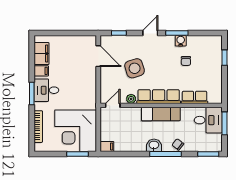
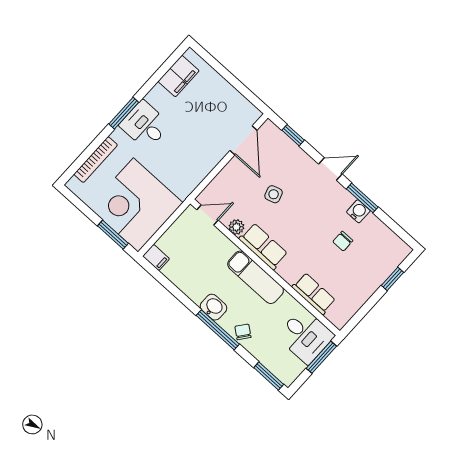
side table: (135, 68) -> (274, 194), width x0.54, depth x0.54
filing cabinet: (41, 71) -> (159, 96), removed
row of seats: (159, 97) -> (263, 246), width x0.68

